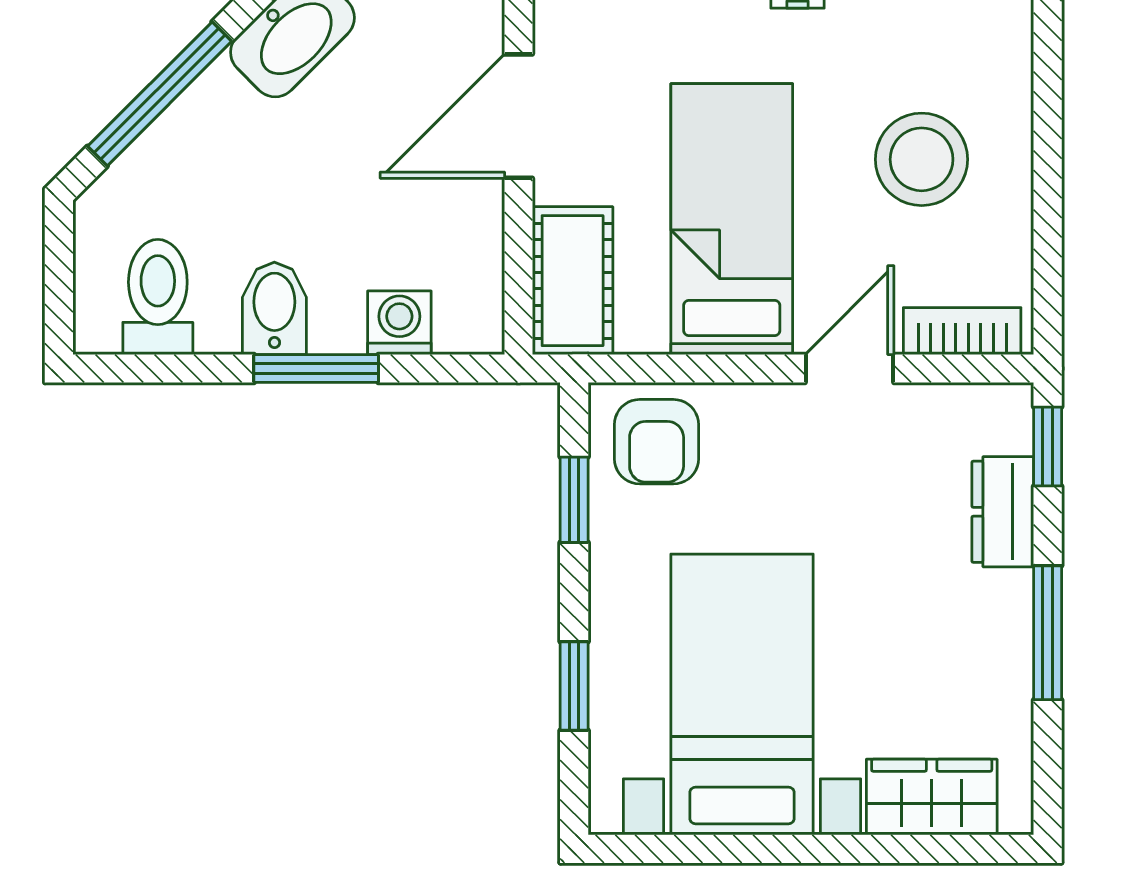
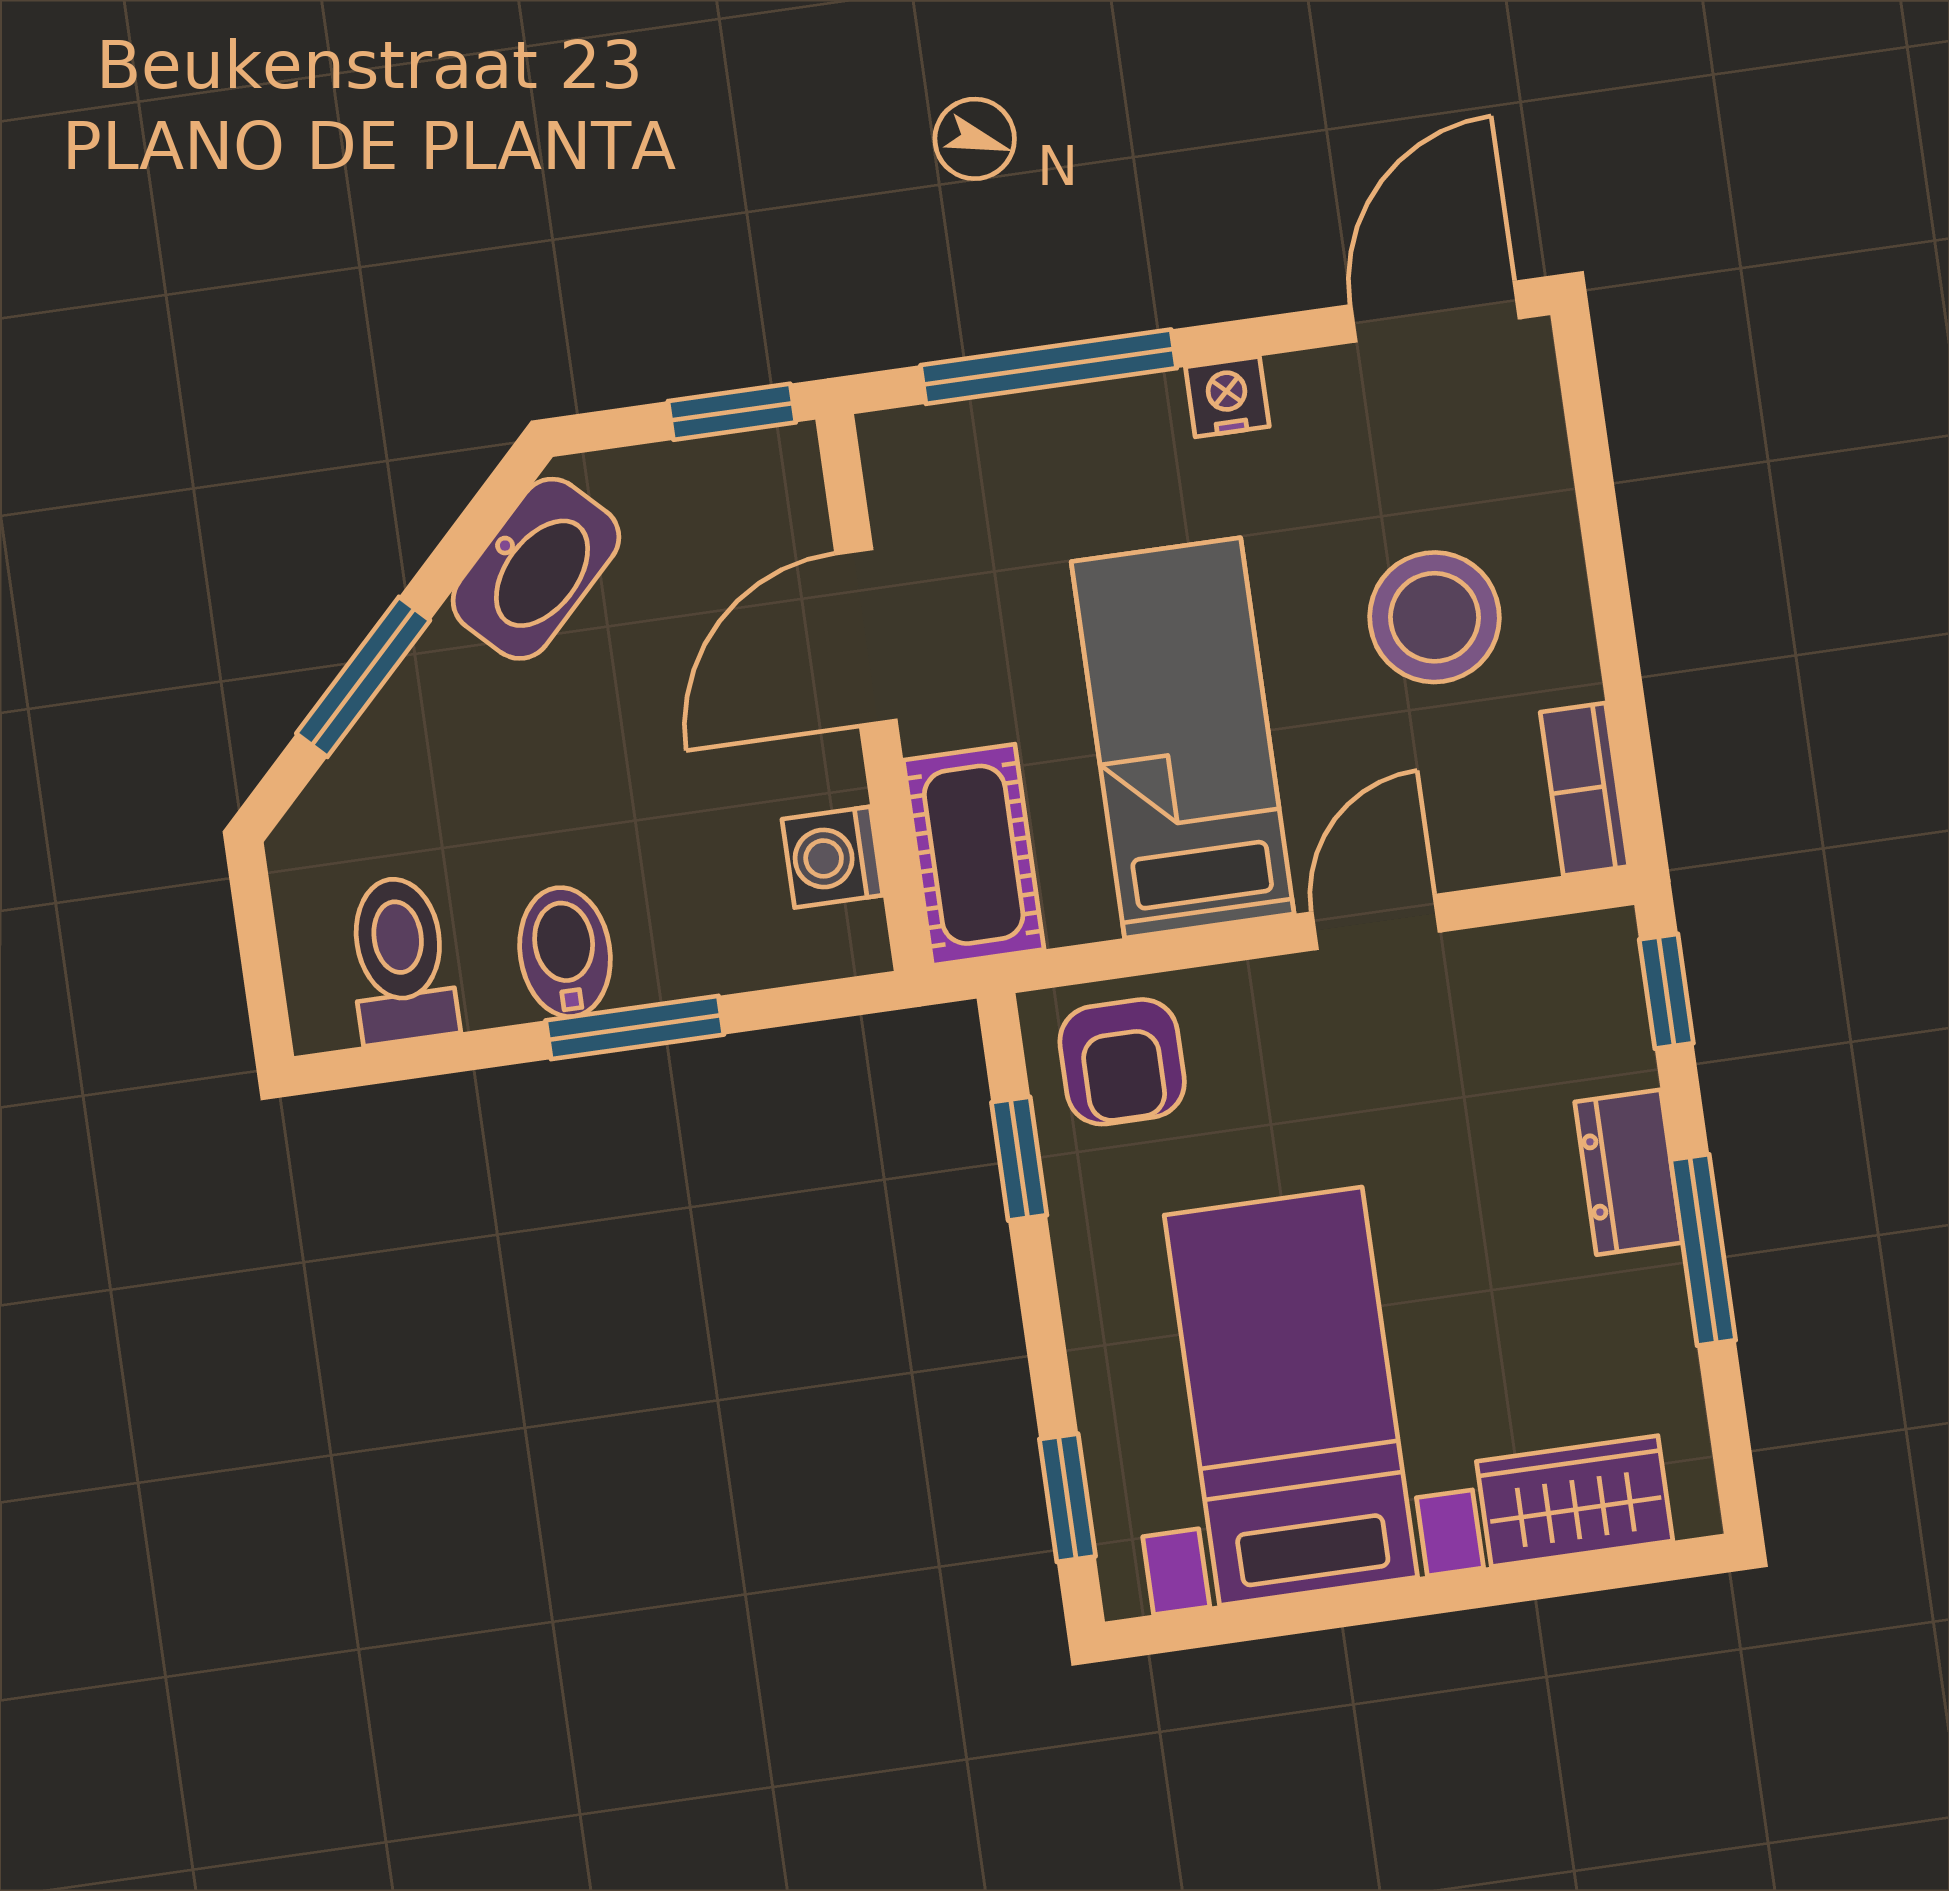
window: (160, 94) -> (363, 677), width x0.69
washing machine: (399, 323) -> (832, 857), moved, turned -90
bookcase: (962, 331) -> (1585, 789), moved, turned -90
dresser: (1003, 512) -> (1628, 1172), moved
window: (574, 686) -> (1067, 1498), moved

